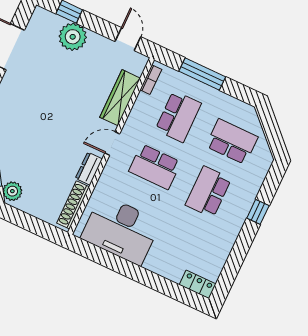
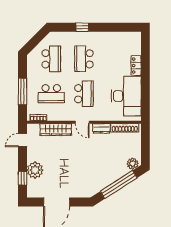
school desk: (178, 117) -> (51, 94), turned 180
school desk: (232, 142) -> (51, 59), turned 180
school desk: (208, 192) -> (84, 59), turned 90
locker: (198, 284) -> (136, 66), moved

